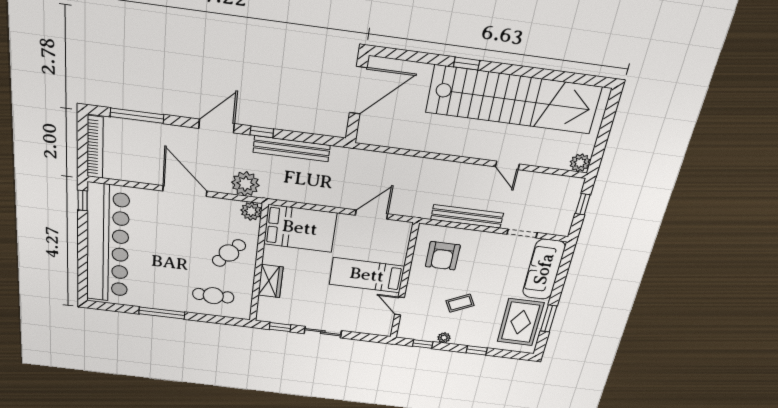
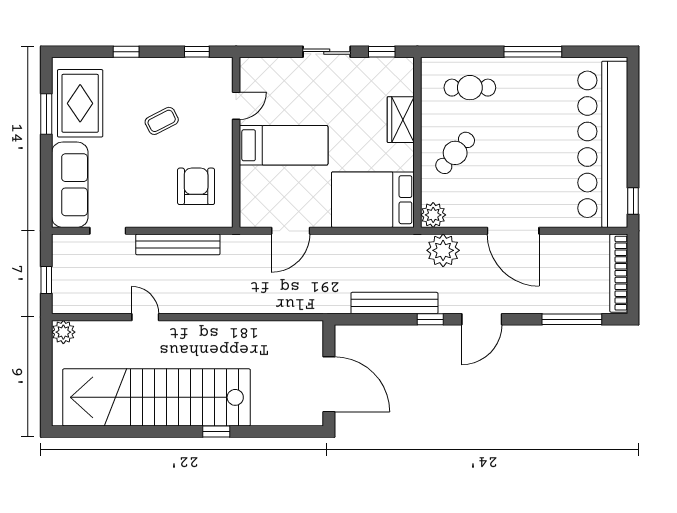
door: (358, 90) -> (329, 384), swing flipped
door: (399, 306) -> (236, 106), hinge flipped
plant: (444, 338) -> (171, 65), removed

